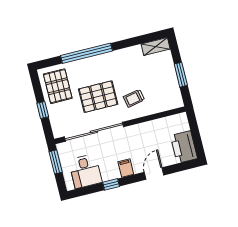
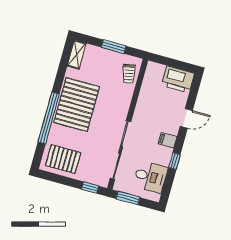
pallet: (98, 97) -> (77, 105), moved, width x1.37, depth x1.41
trolley: (134, 98) -> (129, 74), moved
window: (43, 110) -> (90, 188), moved
door: (154, 174) -> (186, 118), swing flipped

